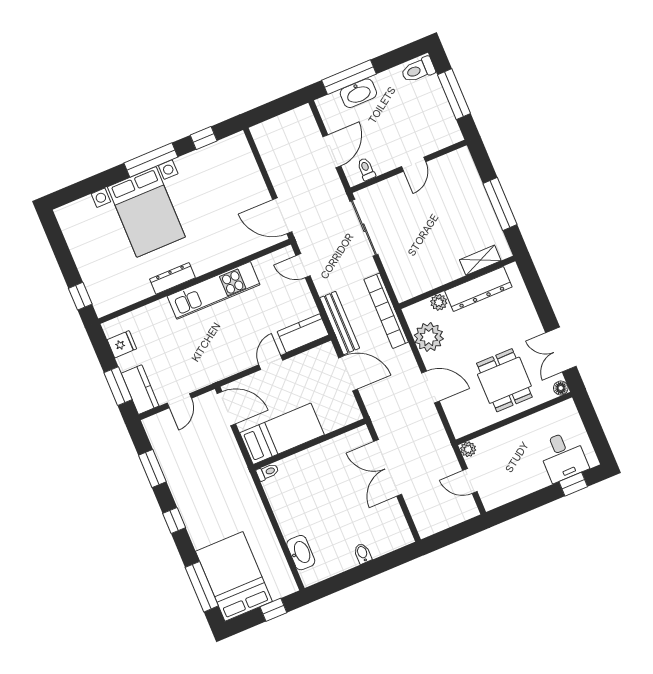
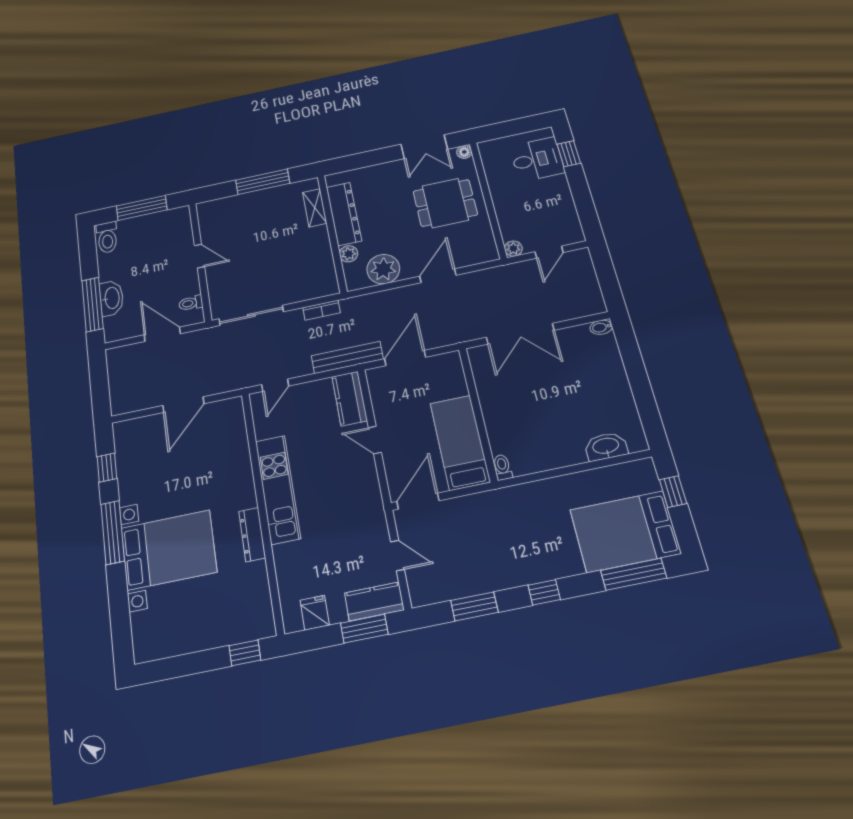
door: (282, 216) -> (183, 405), moved
bookcase: (386, 311) -> (322, 310), width x0.43, depth x0.76
bidet: (363, 553) -> (601, 327), moved

